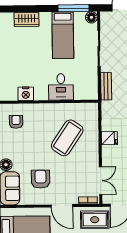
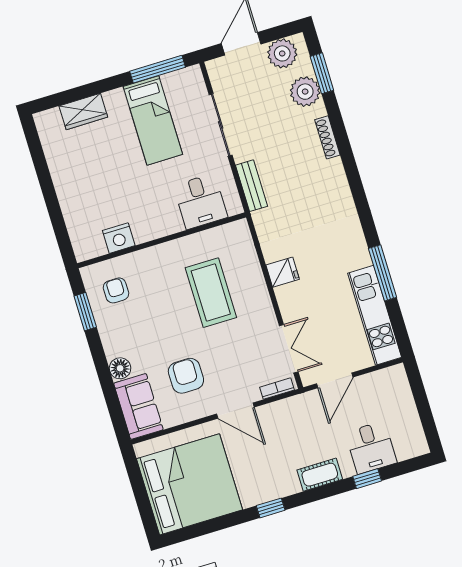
floor lamp: (91, 17) -> (192, 76), removed
desk: (61, 87) -> (200, 201), moved
coffee table: (67, 138) -> (211, 293), turned -34
rug: (95, 220) -> (298, 418), removed

